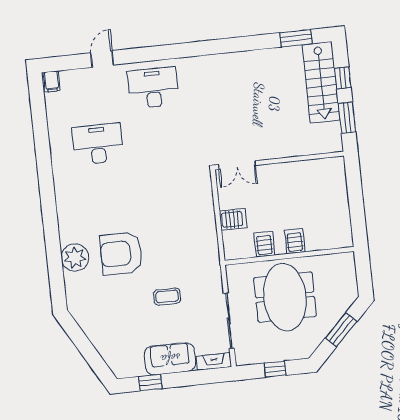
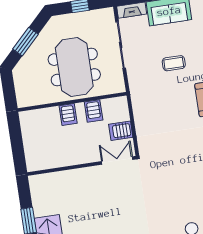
wall: (279, 161) -> (82, 166), moved
double door: (237, 165) -> (117, 161), moved

